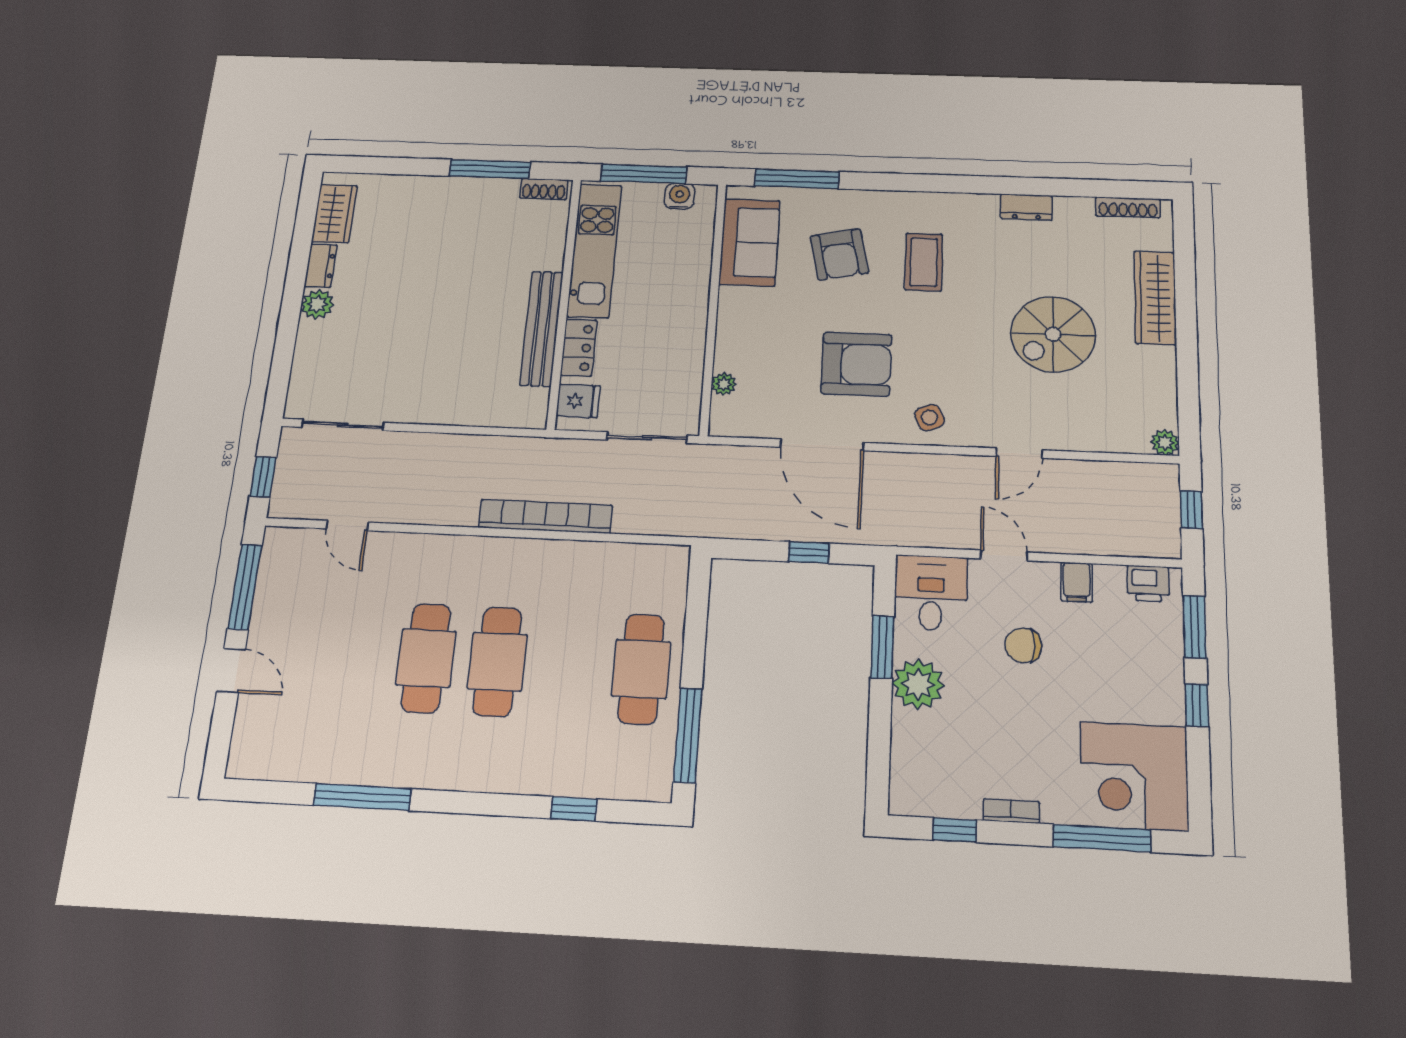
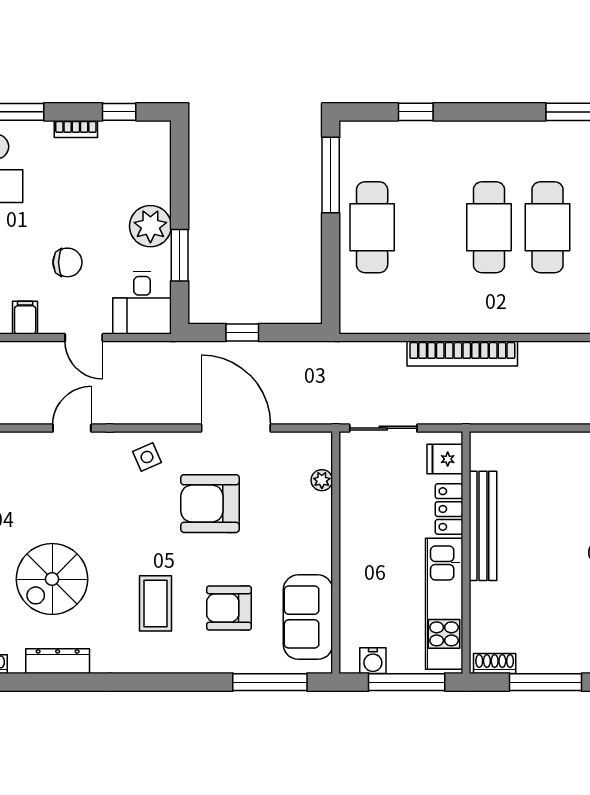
dresser: (1026, 207) -> (58, 661), width x1.44
armchair: (839, 254) -> (229, 608), turned -78
spiral stairs: (1053, 334) -> (52, 579), moved, turned 180

